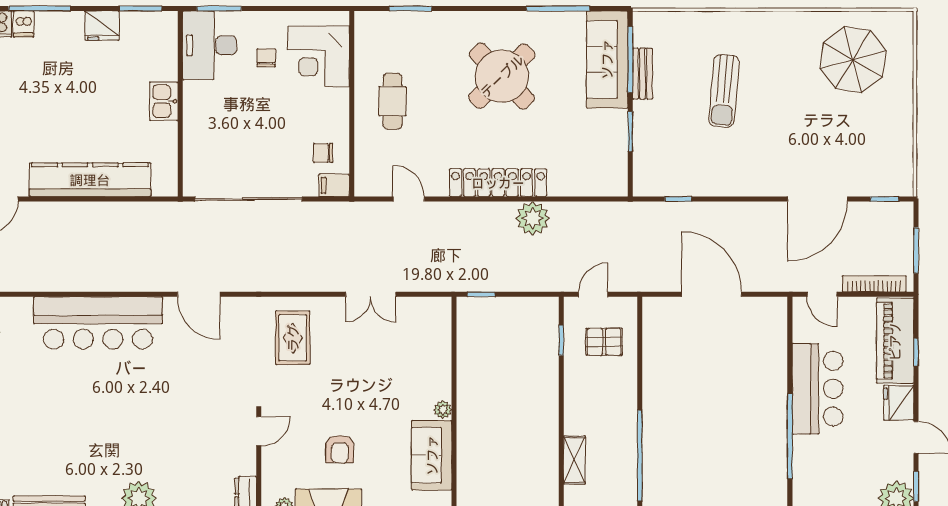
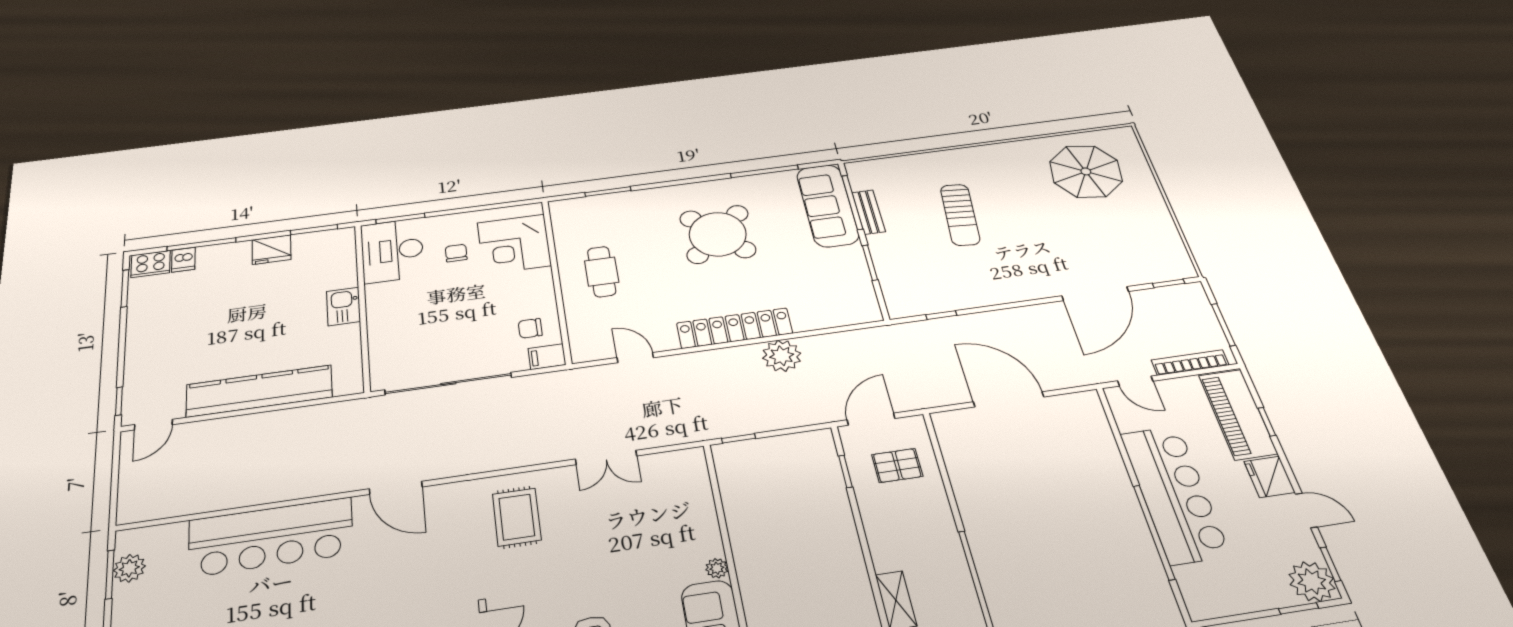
door: (593, 294) -> (871, 419), width x1.37
bar counter: (817, 389) -> (1174, 494), width x1.36

